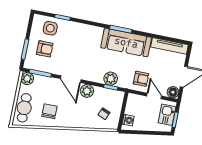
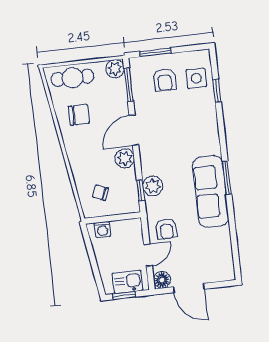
tv unit: (169, 46) -> (225, 254), removed

